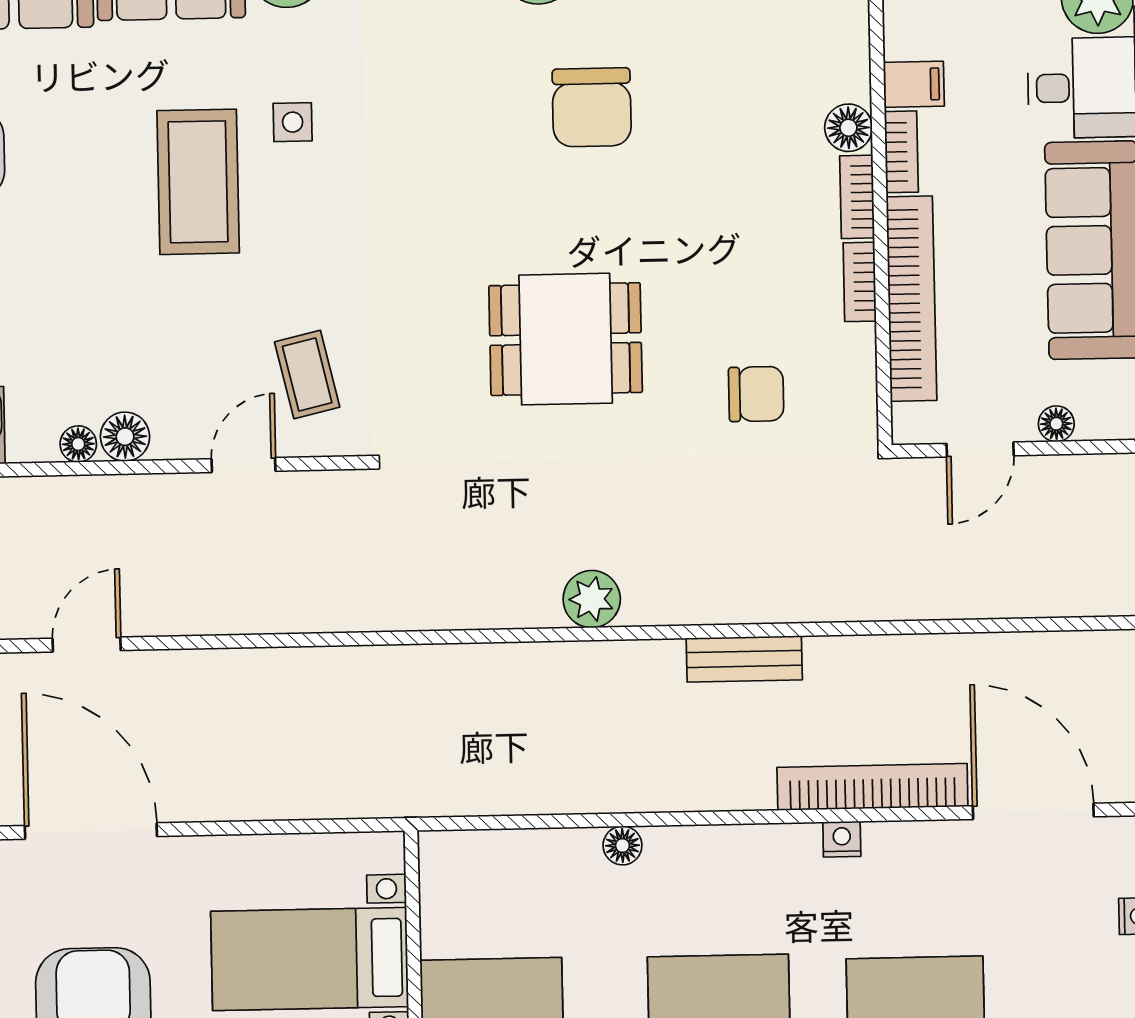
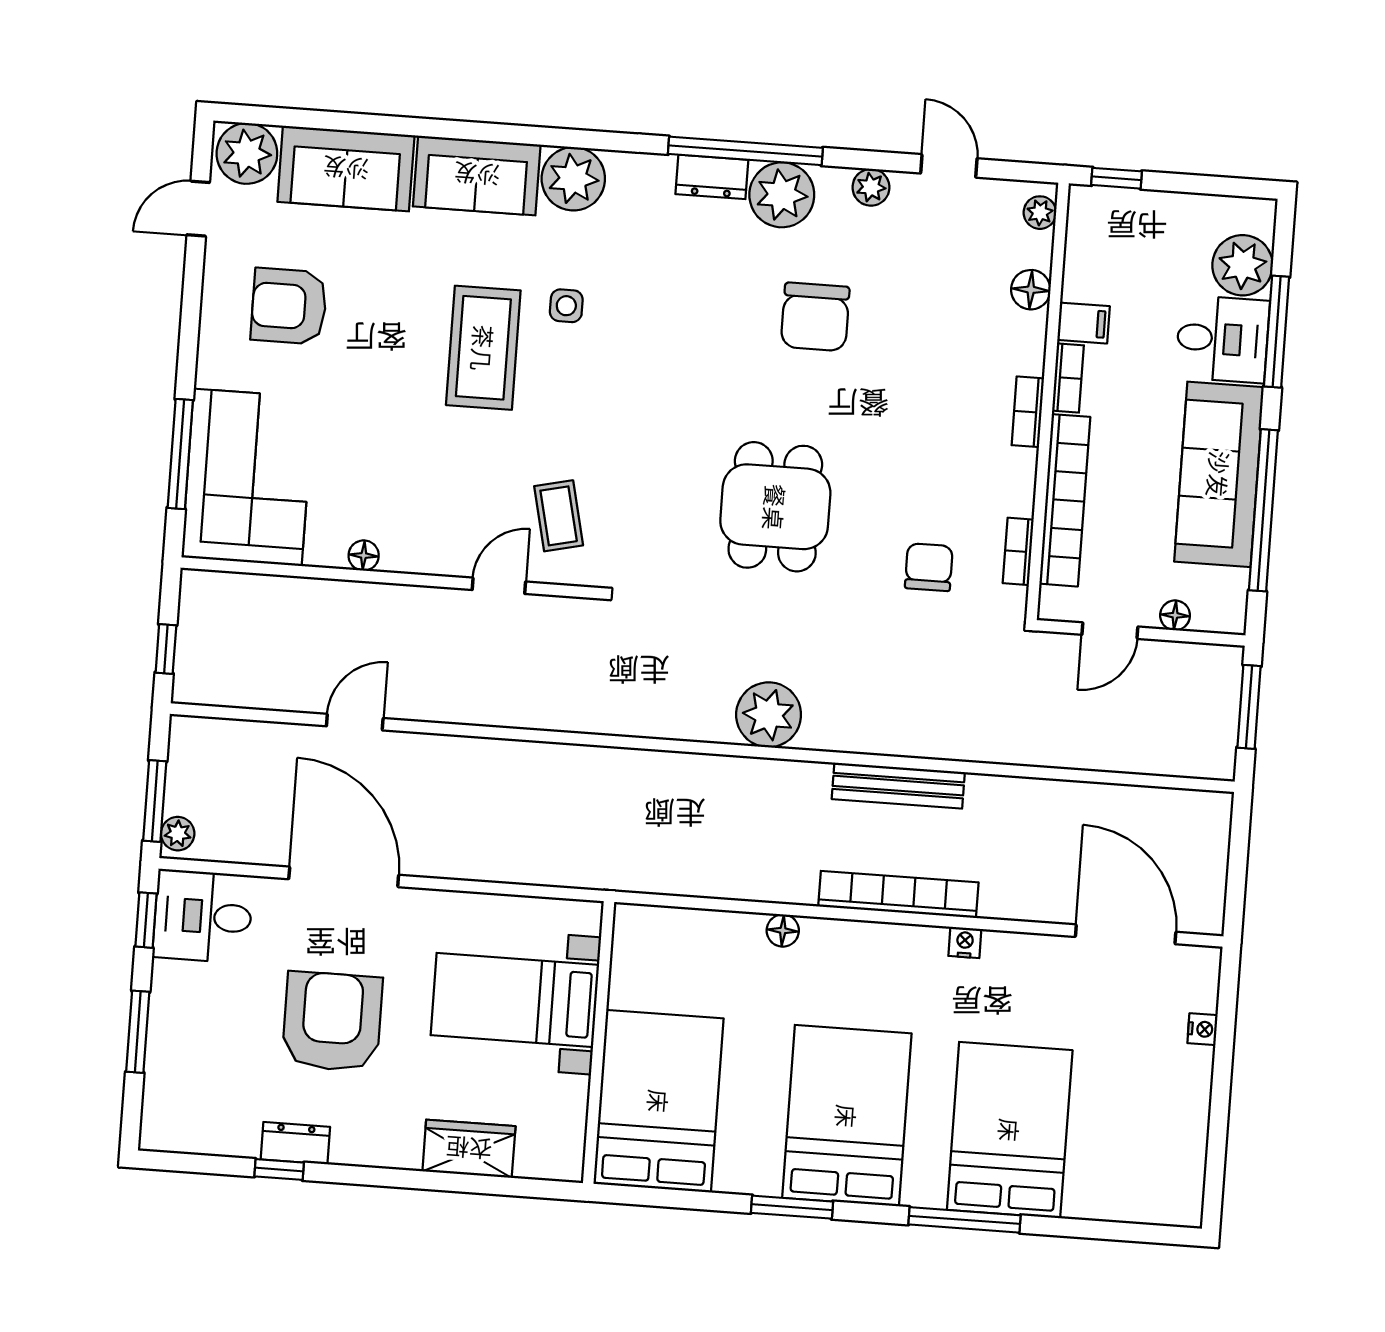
floor lamp: (848, 128) -> (1031, 290), moved
bookcase: (860, 282) -> (1018, 551), moved
dining table: (566, 339) -> (775, 507), turned 90
chair: (756, 394) -> (929, 567), turned -90
floor lamp: (125, 437) -> (403, 553), removed
plant: (592, 599) -> (769, 715), width x1.36, depth x1.36
bench: (744, 659) -> (898, 786), width x1.36
bookcase: (872, 787) -> (898, 894), moved

